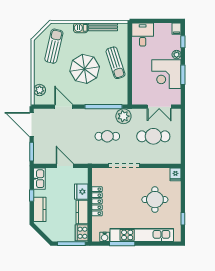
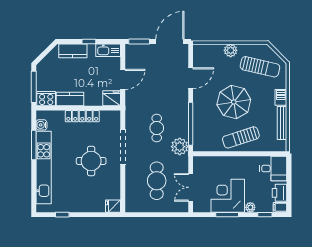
printer: (164, 29) -> (280, 193), added
plant: (40, 90) -> (231, 50), moved
fridge: (81, 192) -> (112, 98), moved
round table: (155, 200) -> (91, 161), moved

